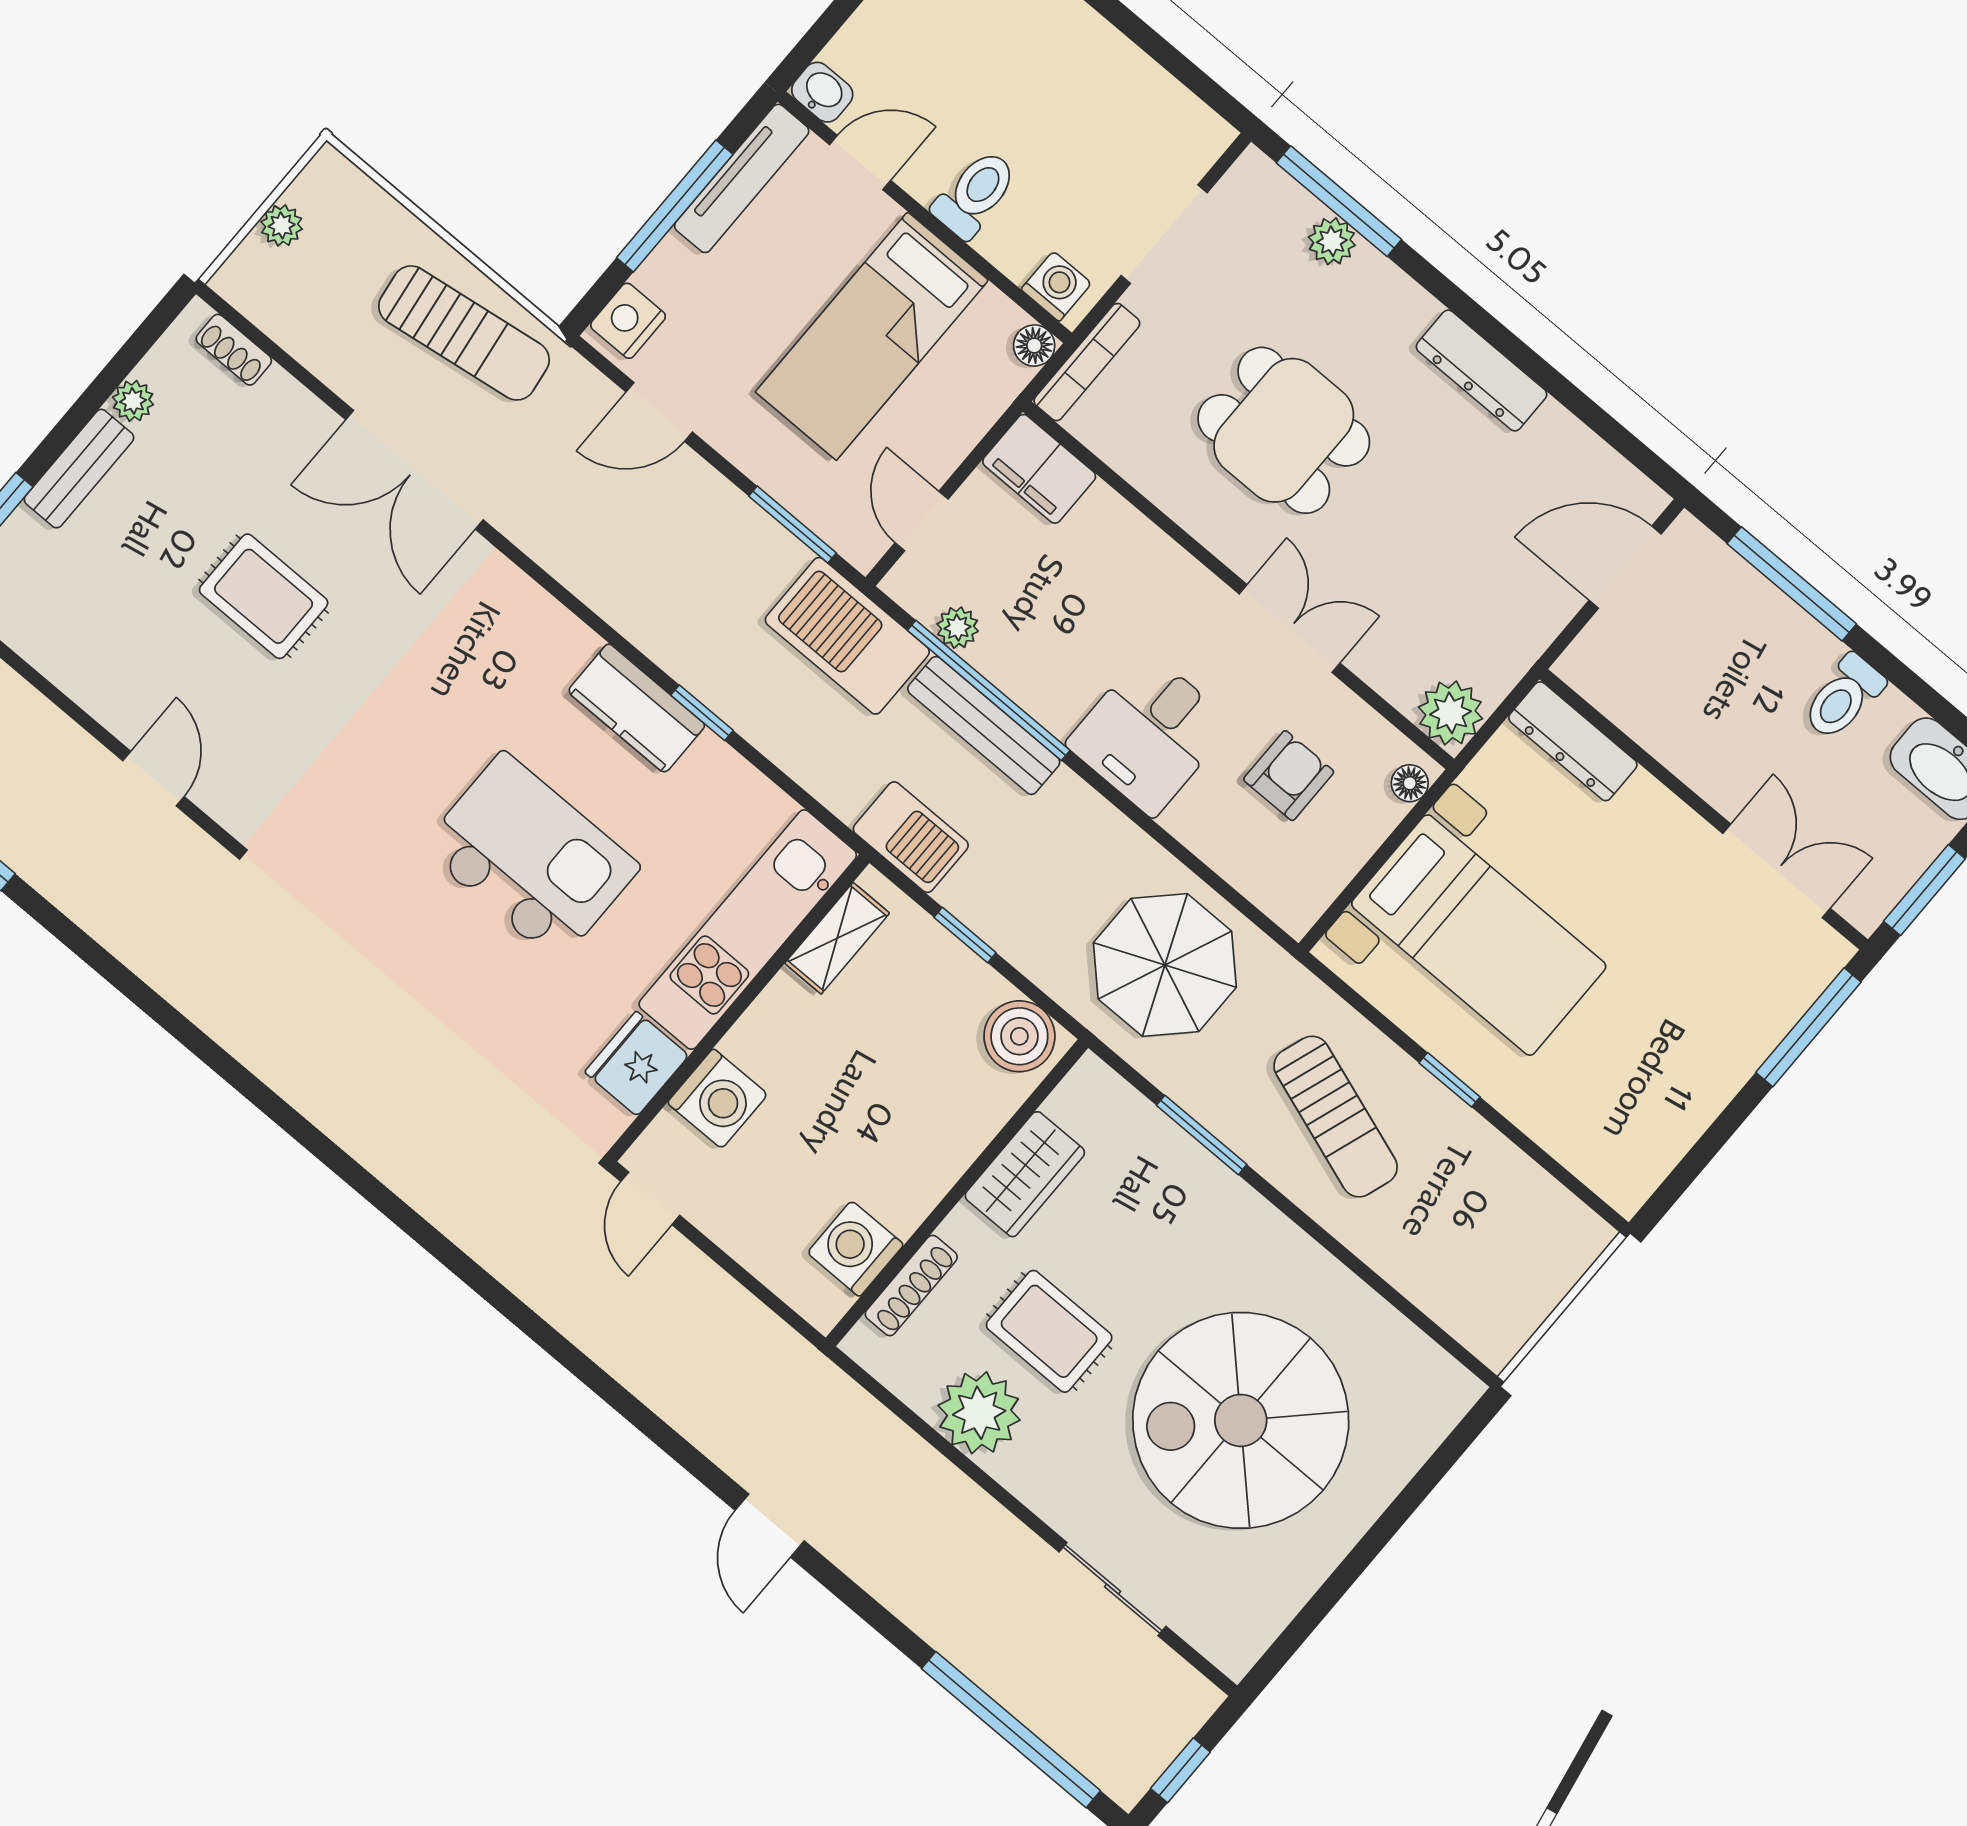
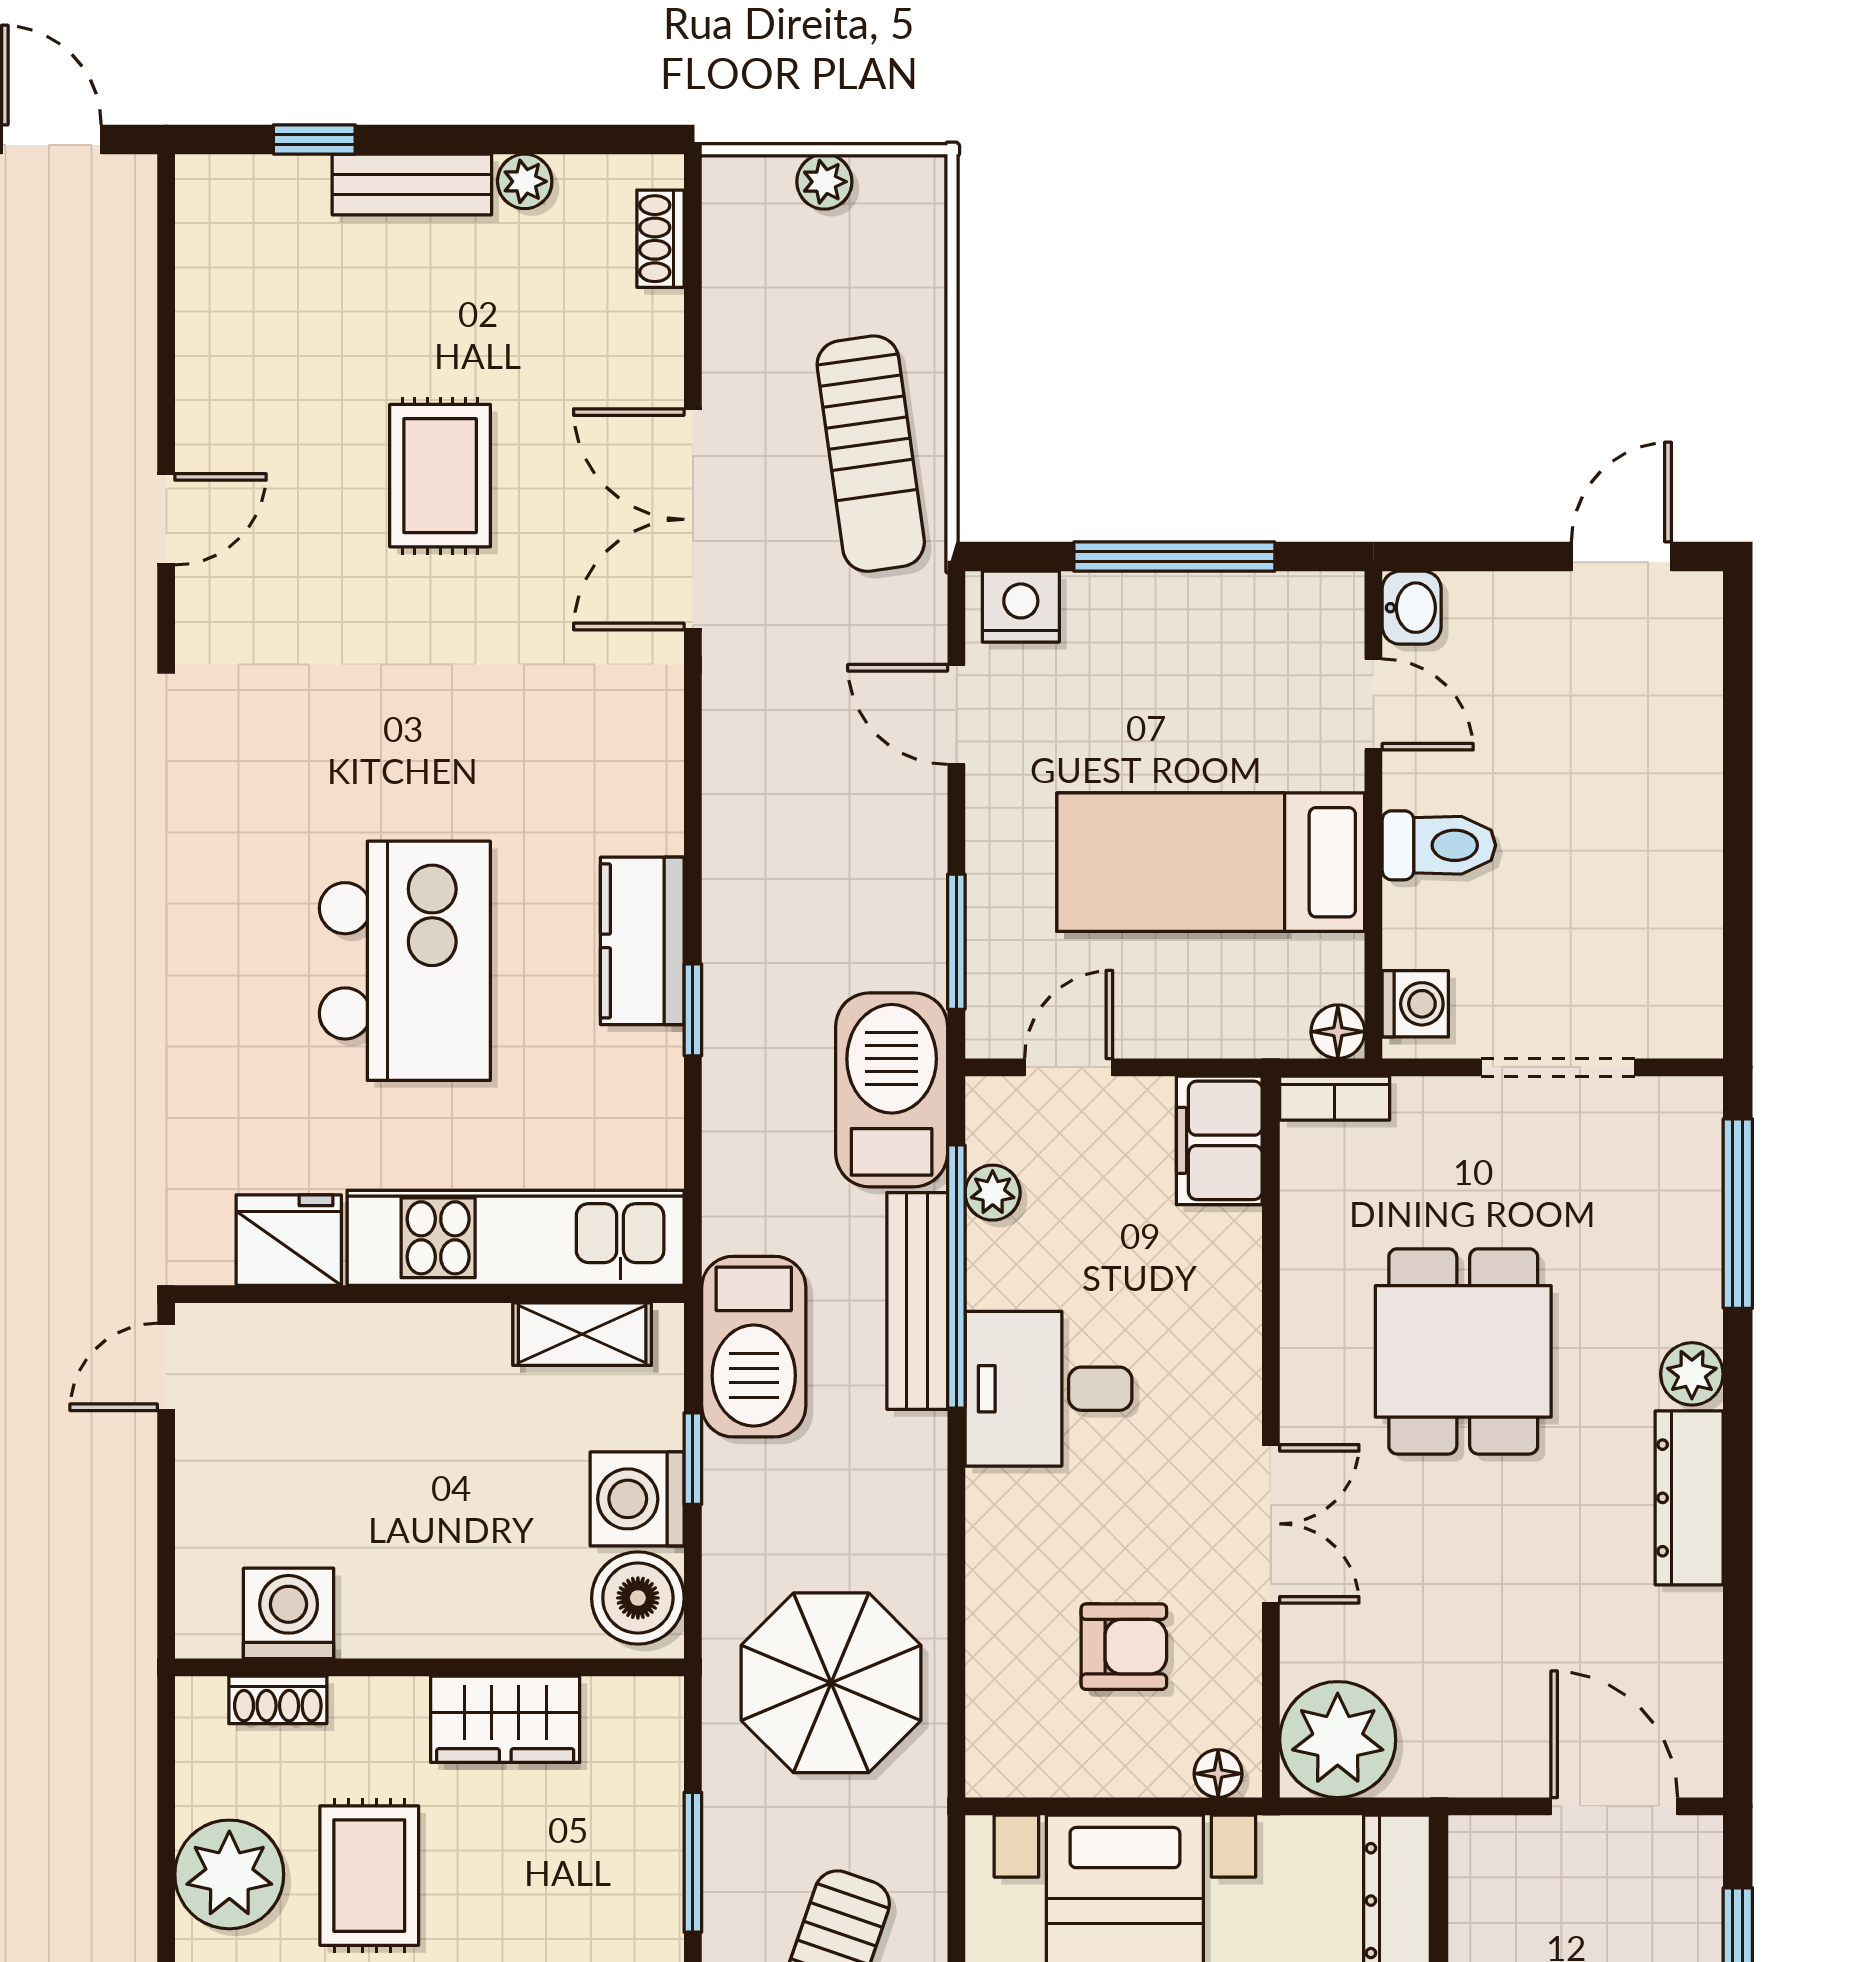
tv unit: (742, 178) -> (1258, 600), removed
plant: (1332, 241) -> (1692, 1374), moved
bookcase: (1087, 362) -> (1335, 1098), width x0.64
plant: (1450, 713) -> (1338, 1740), width x1.36, depth x1.36
desk: (1149, 734) -> (1049, 1389), moved
barbecue: (911, 837) -> (754, 1347), width x1.37, depth x1.21
washing machine: (717, 1099) -> (637, 1499), moved, turned 90
shoe rack: (911, 1286) -> (278, 1700), width x0.70

